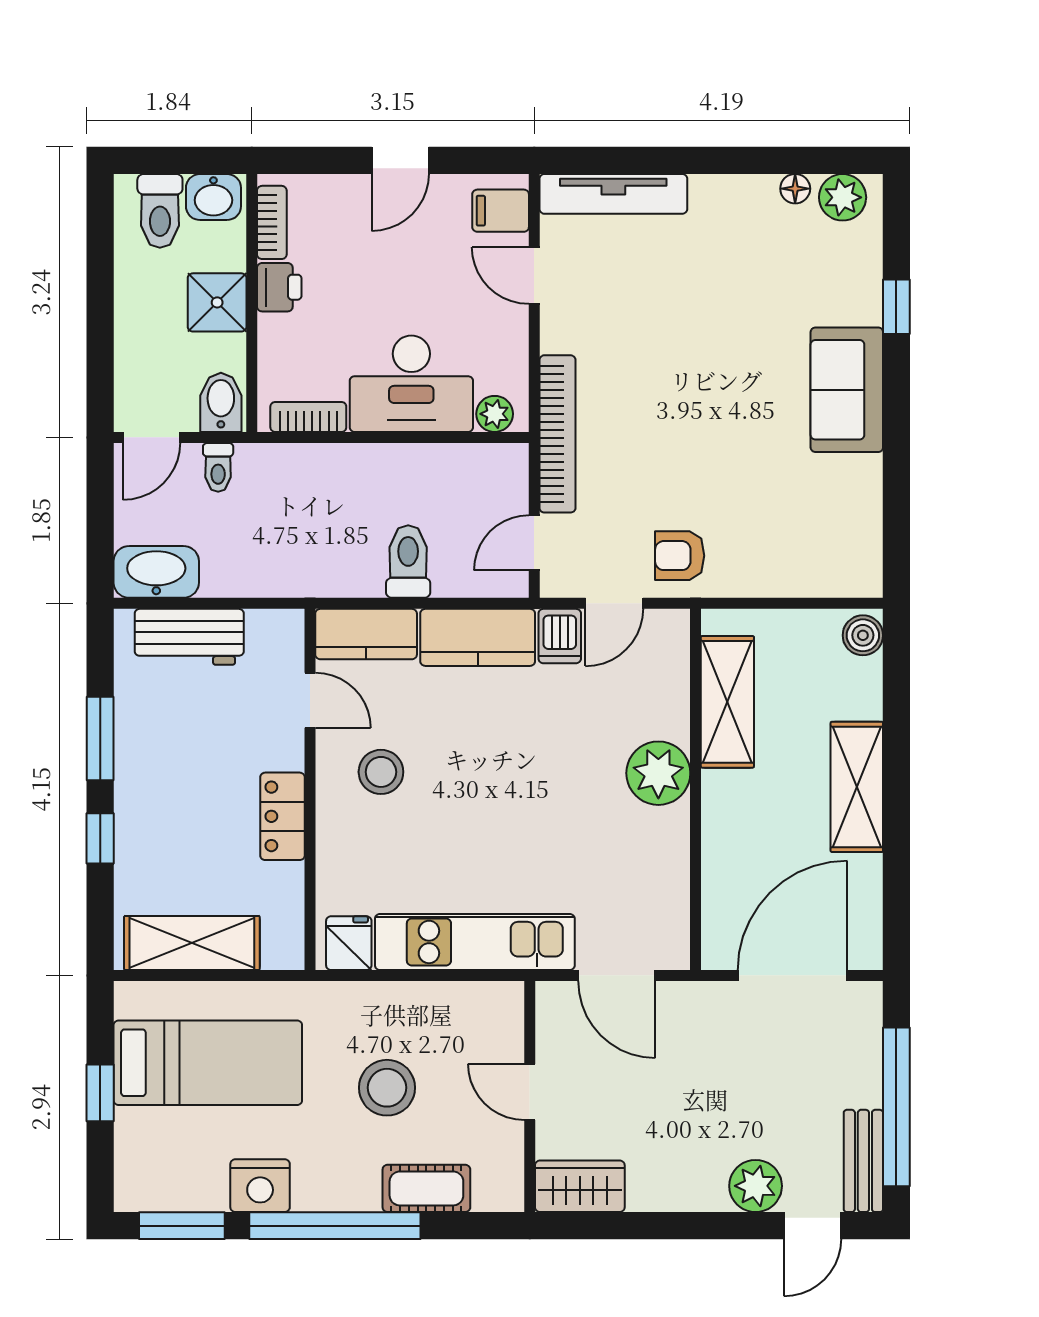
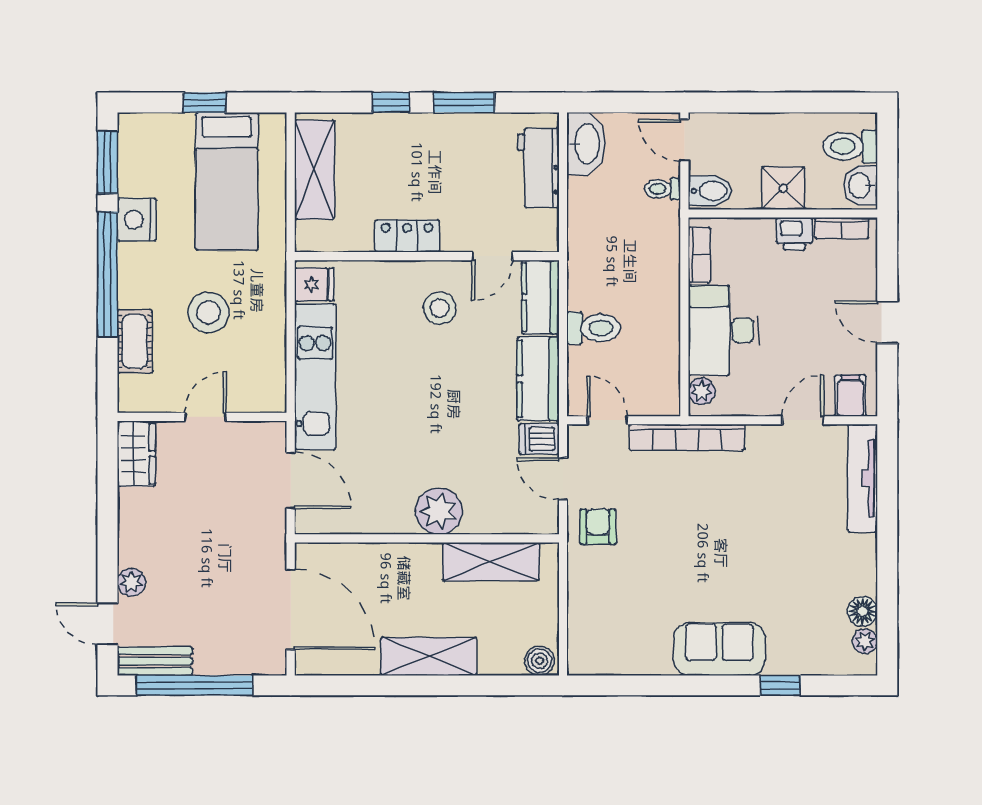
floor lamp: (795, 189) -> (862, 611), width x1.37, depth x1.37
plant: (843, 197) -> (865, 641), width x0.73, depth x0.73
door: (617, 975) -> (291, 481), swing flipped
plant: (756, 1186) -> (131, 582), width x0.73, depth x0.73

